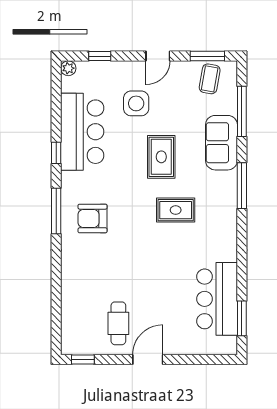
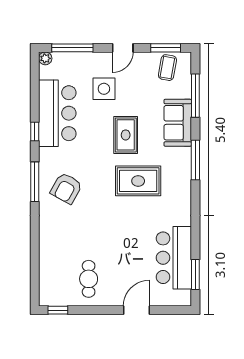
window: (100, 56) -> (72, 48), width x2.17
rug: (176, 210) -> (138, 181), width x1.36, depth x1.43
armchair: (93, 218) -> (66, 188), turned -61
door: (148, 360) -> (136, 310), moved

